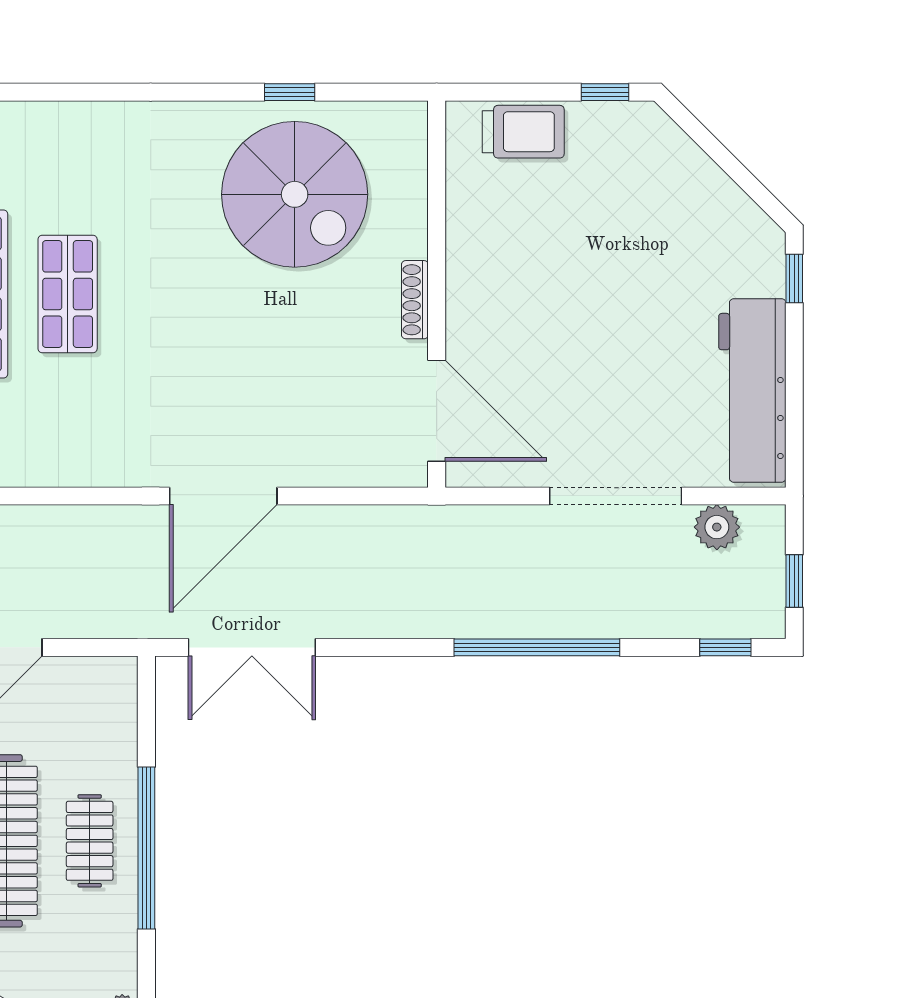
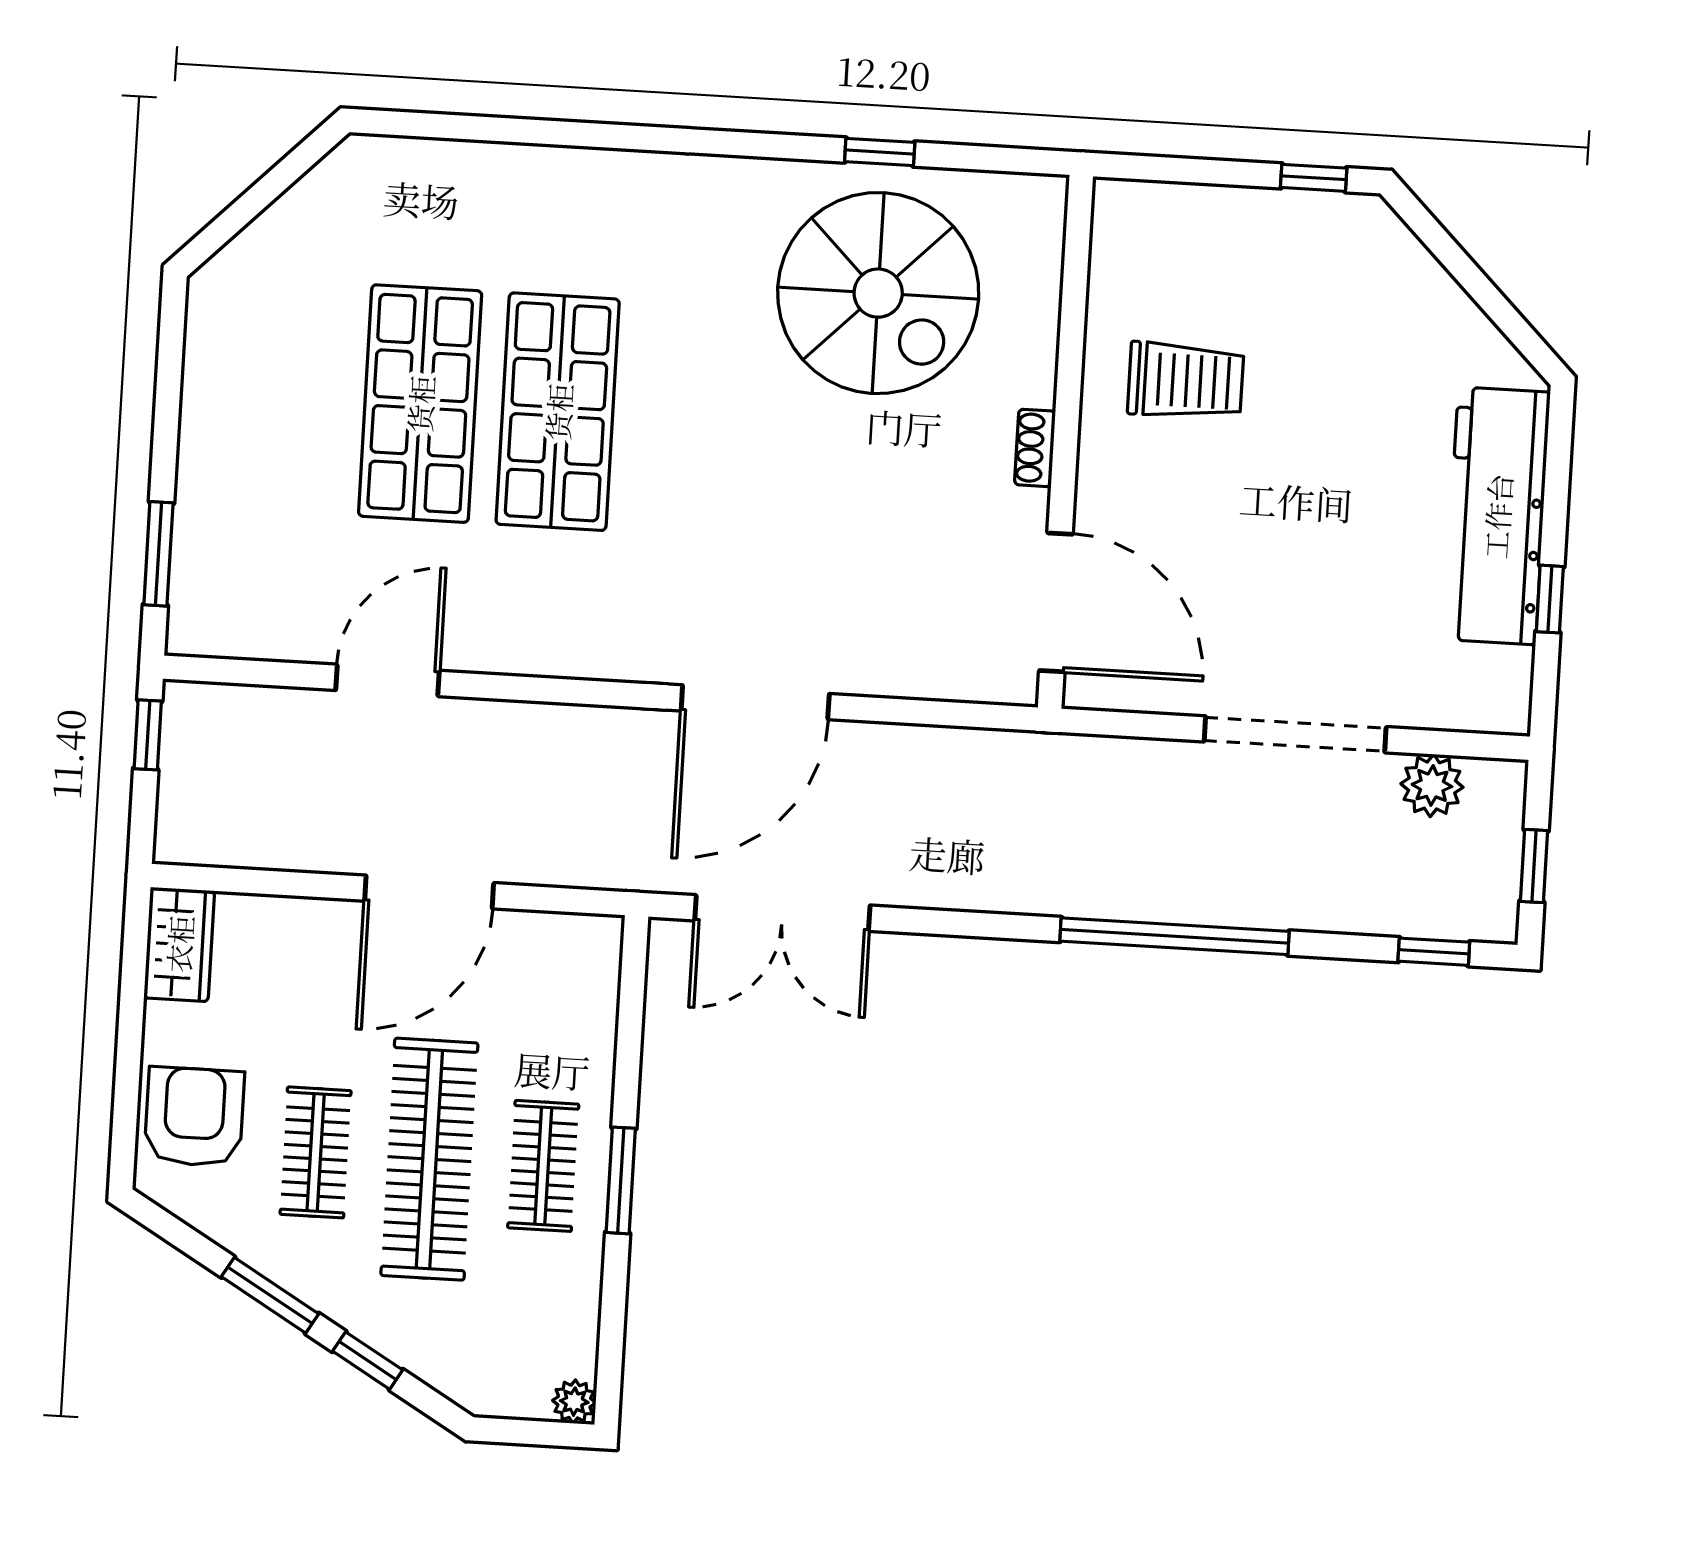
trolley: (523, 132) -> (1186, 381), moved
window: (794, 279) -> (1550, 599), moved
shop shelf: (68, 294) -> (558, 412), width x1.43, depth x1.36
shoe rack: (415, 300) -> (1035, 448), width x0.70
workbench: (752, 390) -> (1497, 516), moved
window: (146, 848) -> (621, 1180), width x0.47

